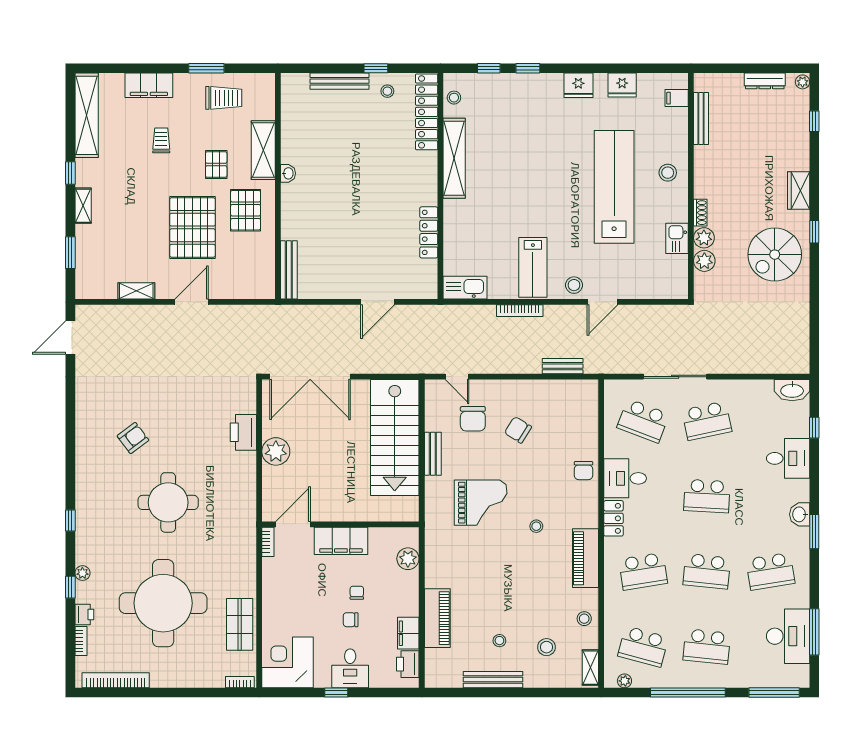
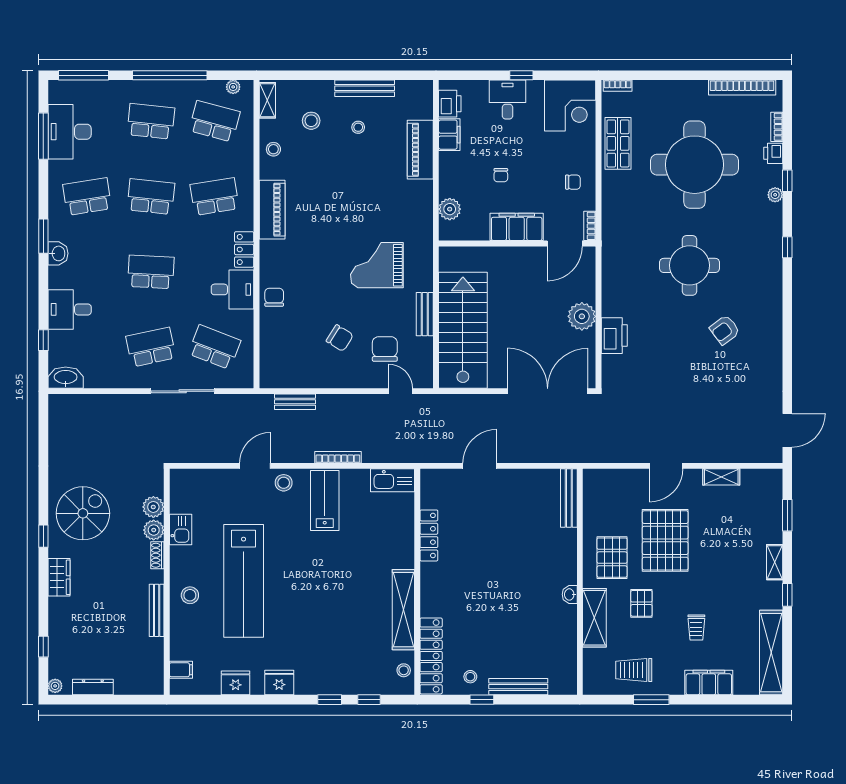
bench: (701, 119) -> (157, 610), moved
stool: (536, 526) -> (321, 242), removed
chair: (351, 620) -> (573, 182), moved

